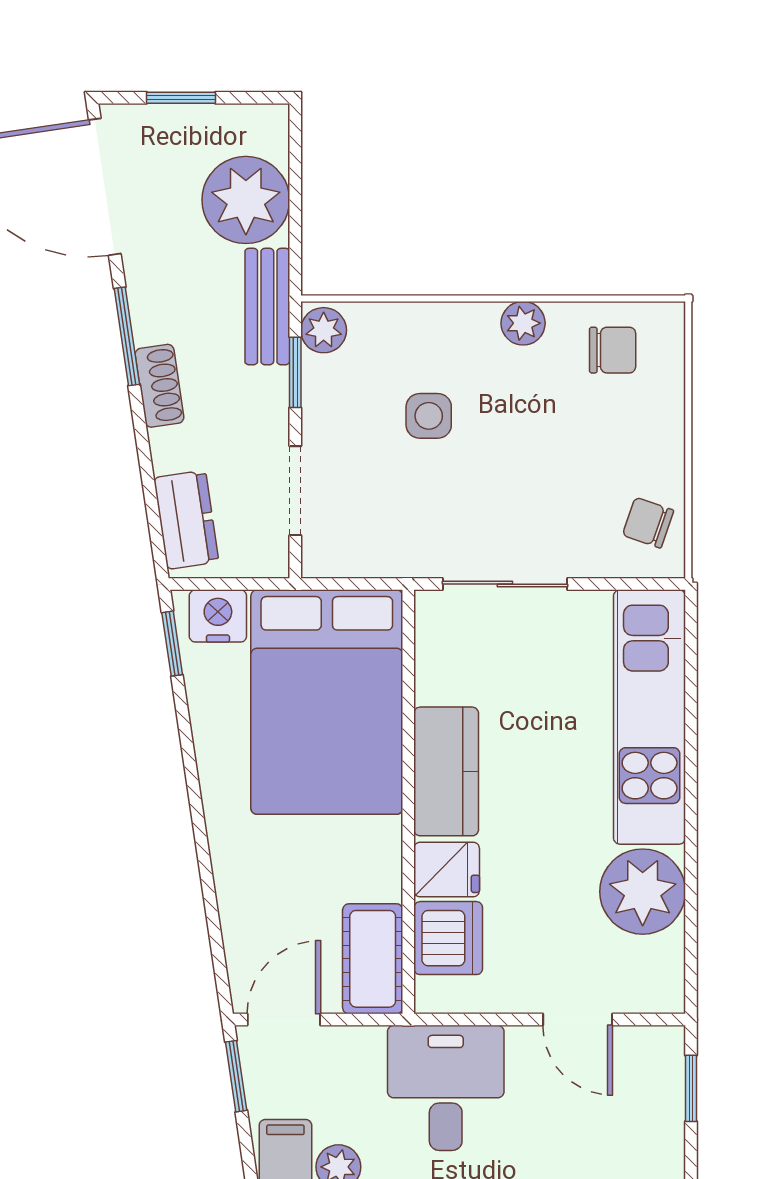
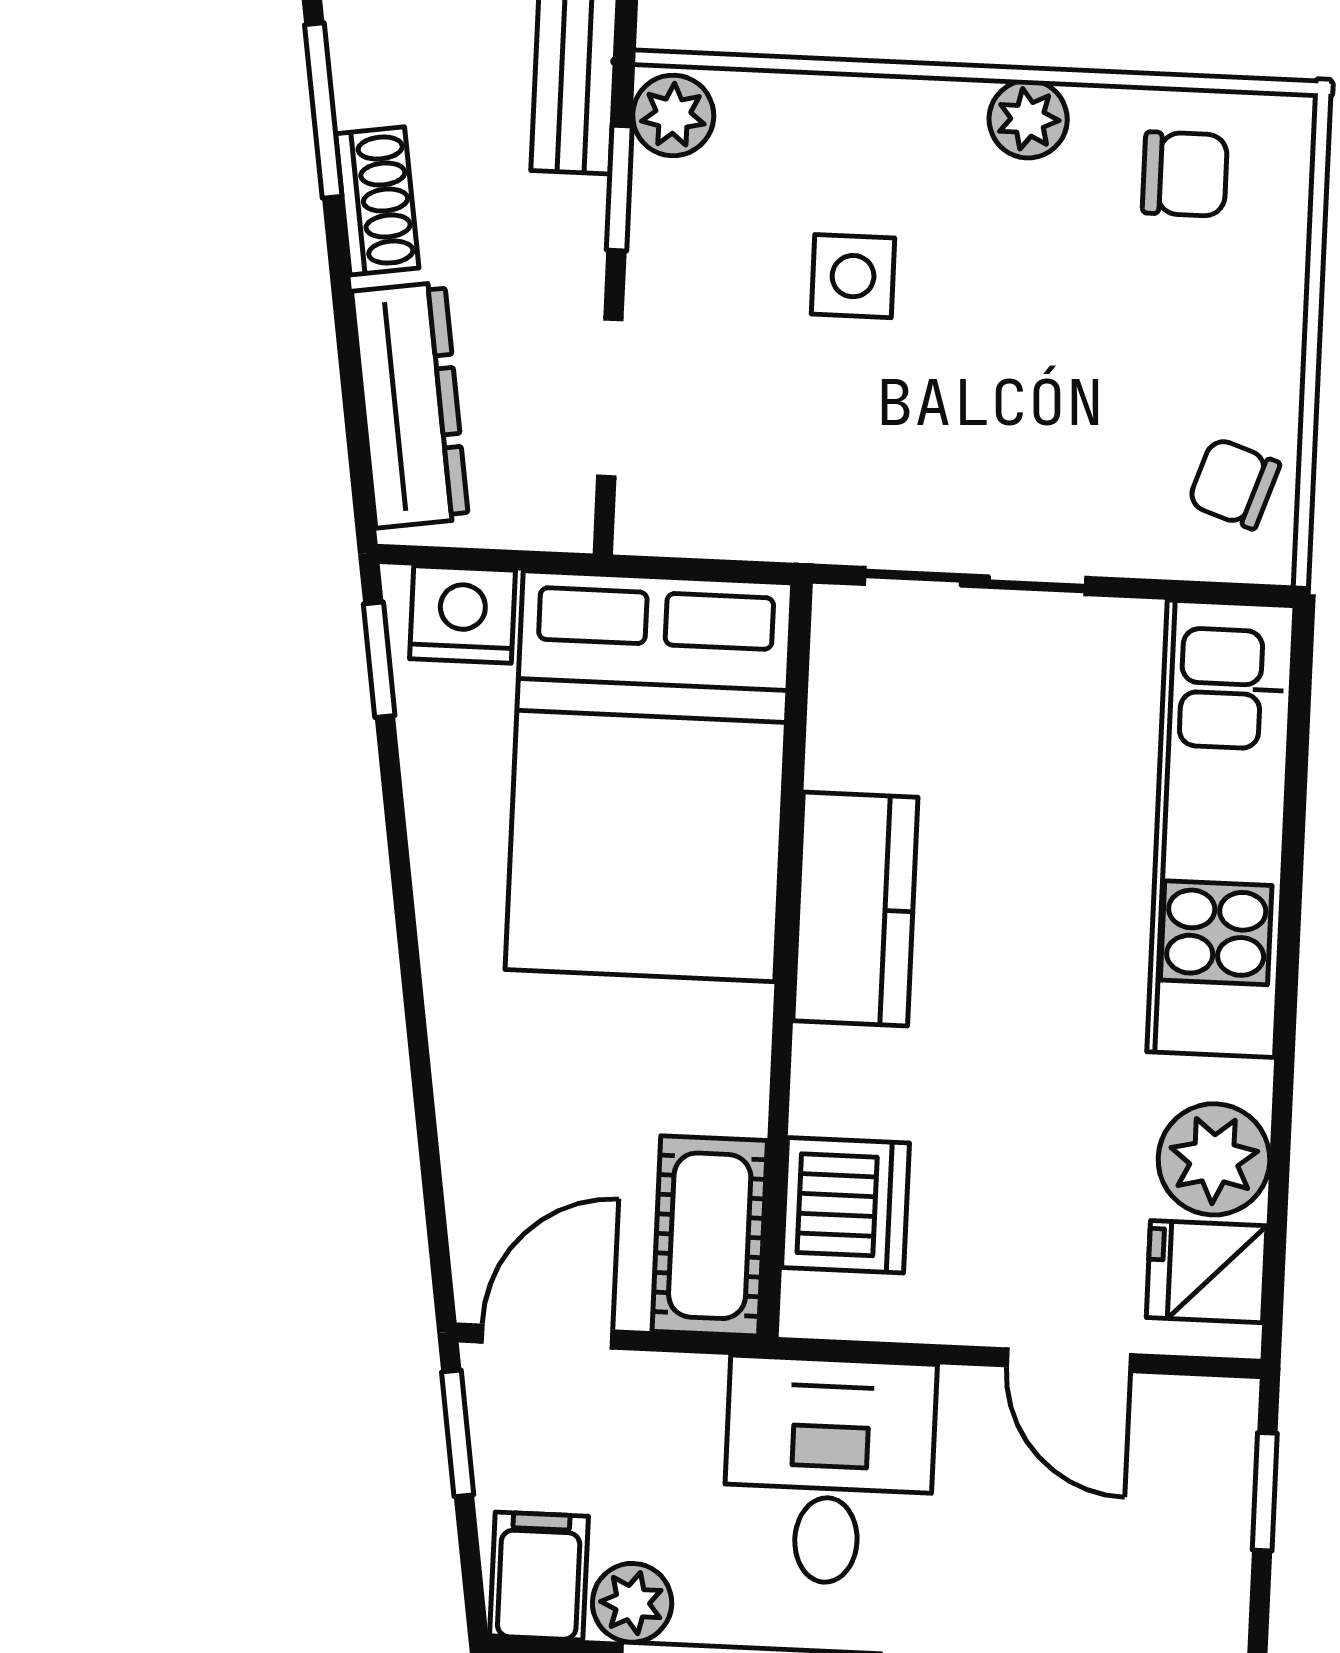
dresser: (186, 520) -> (410, 405), width x1.44
fridge: (447, 870) -> (1207, 1272), moved, turned 180
plant: (643, 892) -> (1214, 1159), width x0.73, depth x0.73

